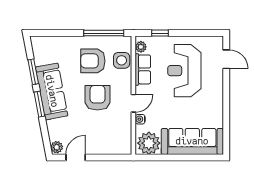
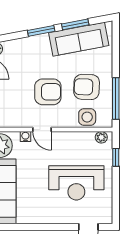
armchair: (93, 61) -> (87, 87), turned -88
row of seats: (143, 69) -> (78, 139), removed
reception desk: (184, 71) -> (76, 183), turned 180
sofa: (52, 91) -> (79, 39), moved

